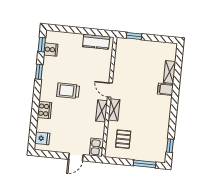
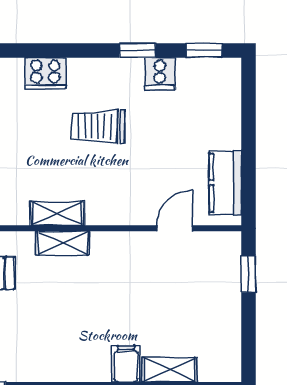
cooker: (51, 50) -> (160, 74), moved
door: (110, 90) -> (175, 228), moved
trolley: (68, 91) -> (98, 126), turned -90

